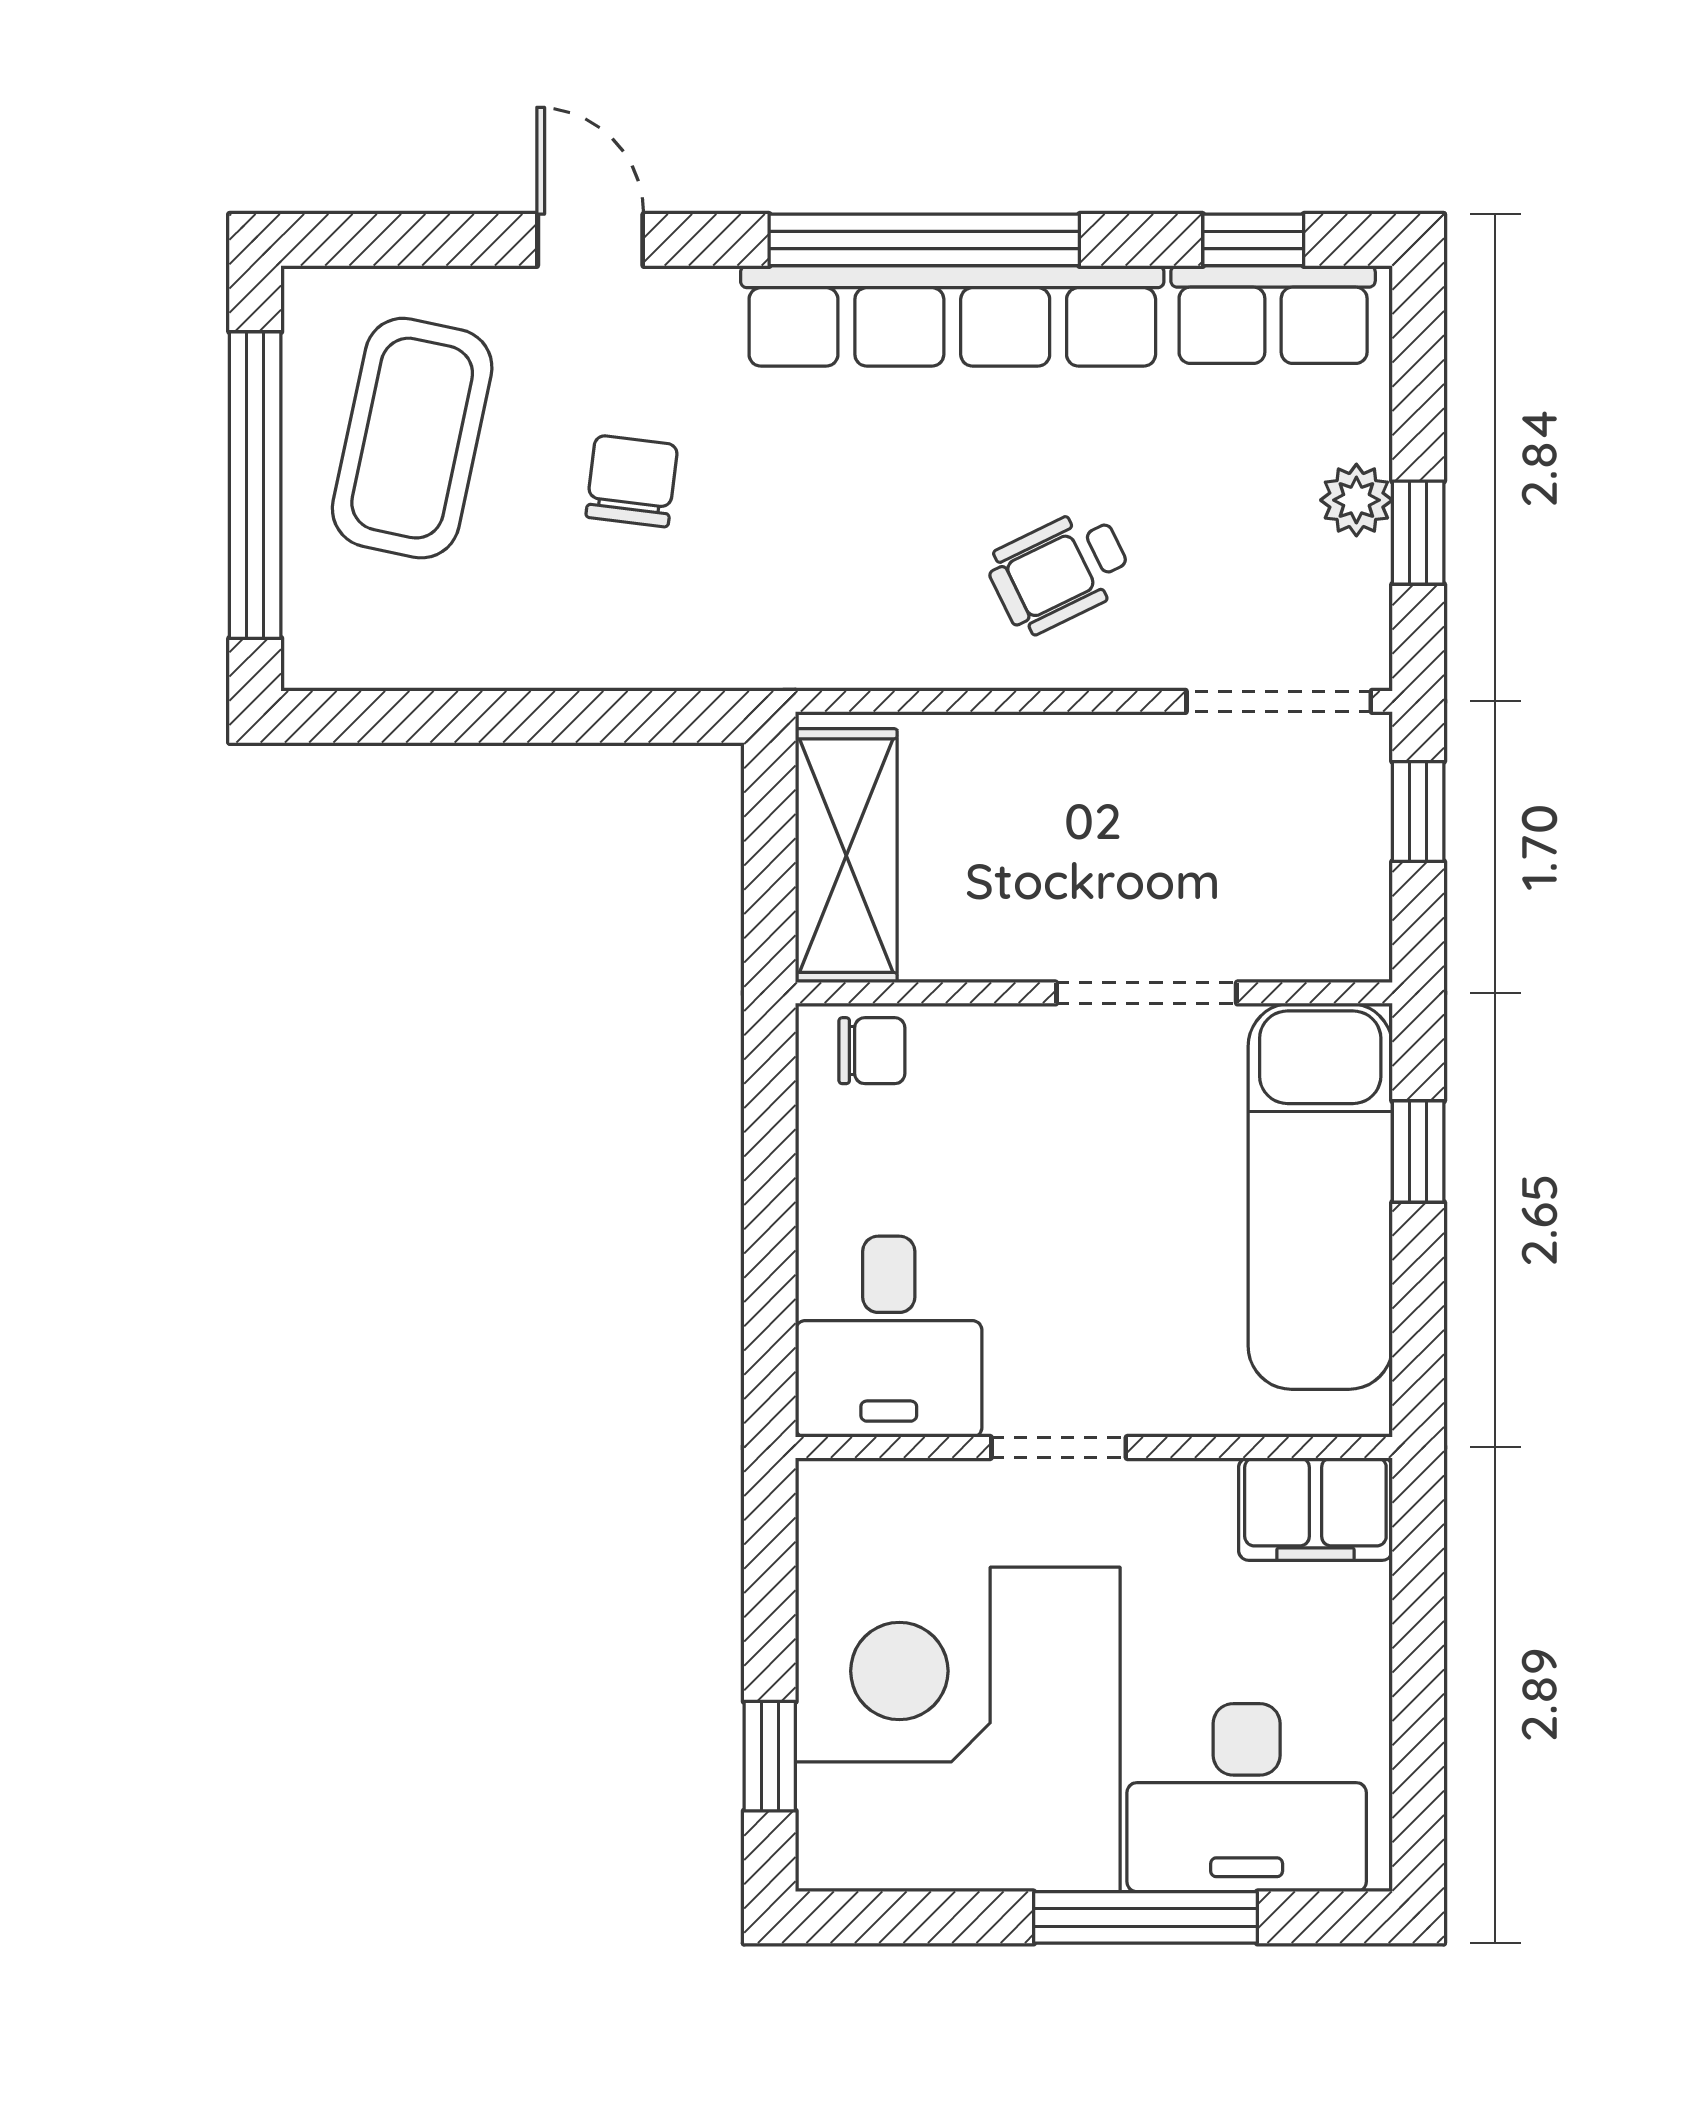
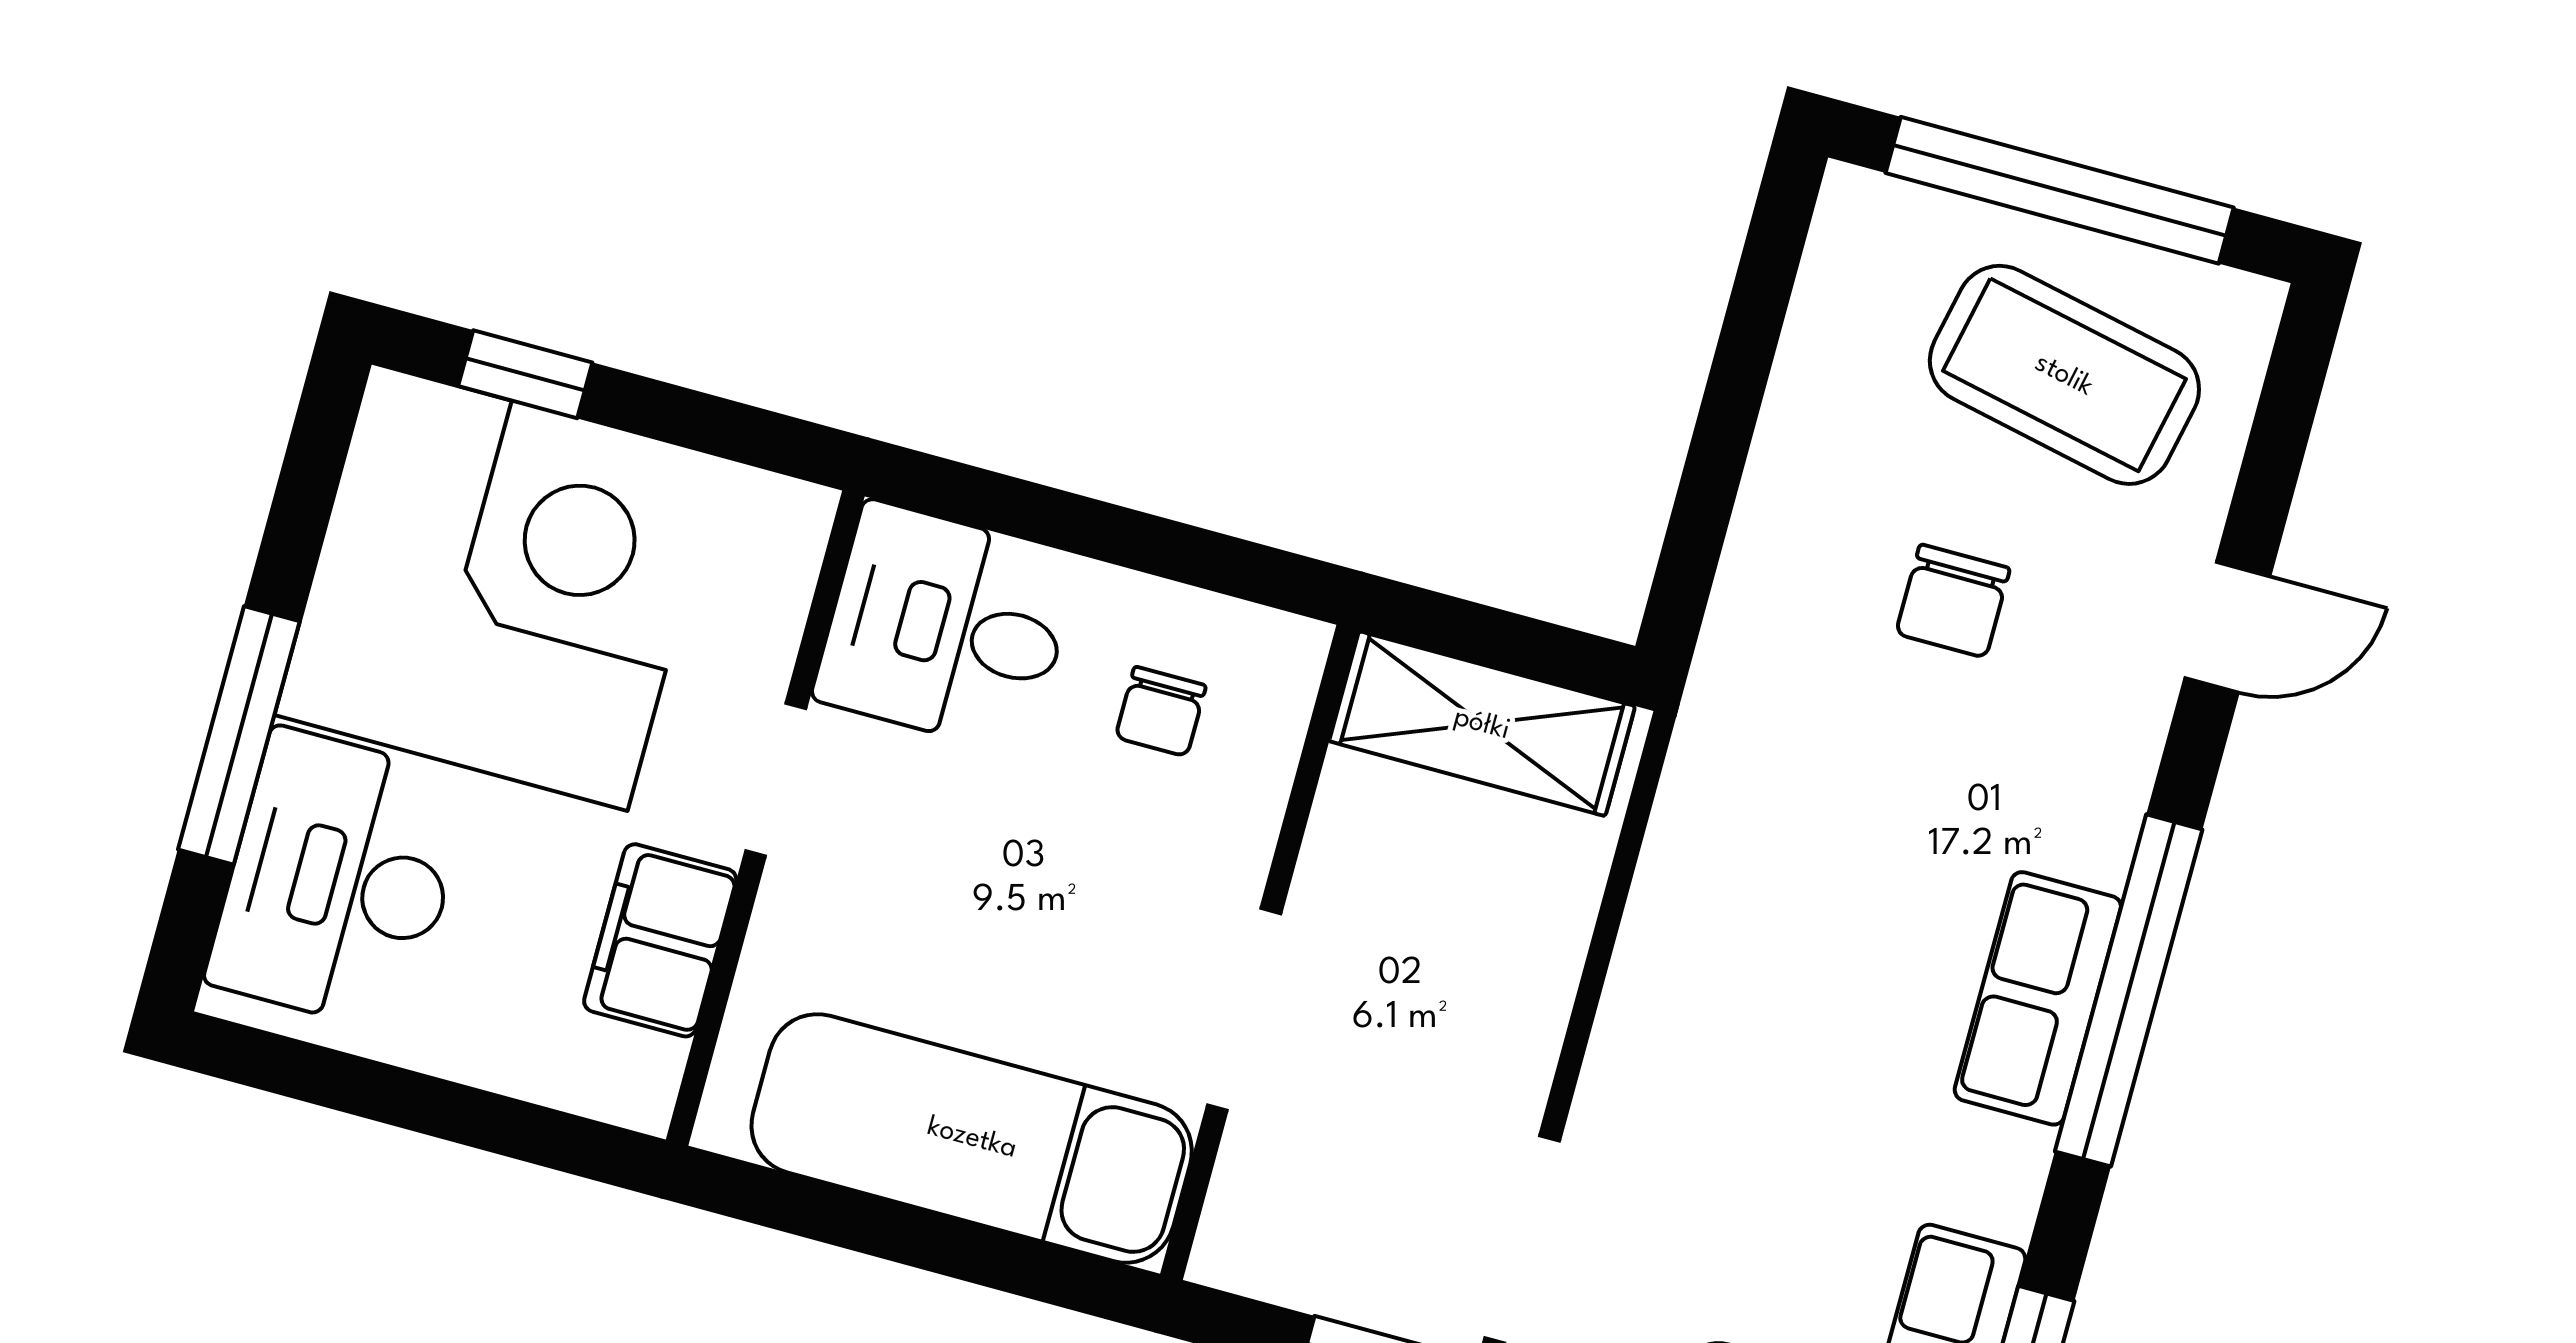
row of seats: (952, 316) -> (2038, 998), width x0.50
chair: (632, 481) -> (1953, 601), turned 83
wheelchair: (1060, 571) -> (1728, 1040), removed
chair: (872, 1051) -> (1161, 712), moved
window: (1418, 1152) -> (991, 1258), removed
filing cabinet: (1315, 1509) -> (660, 940), moved

